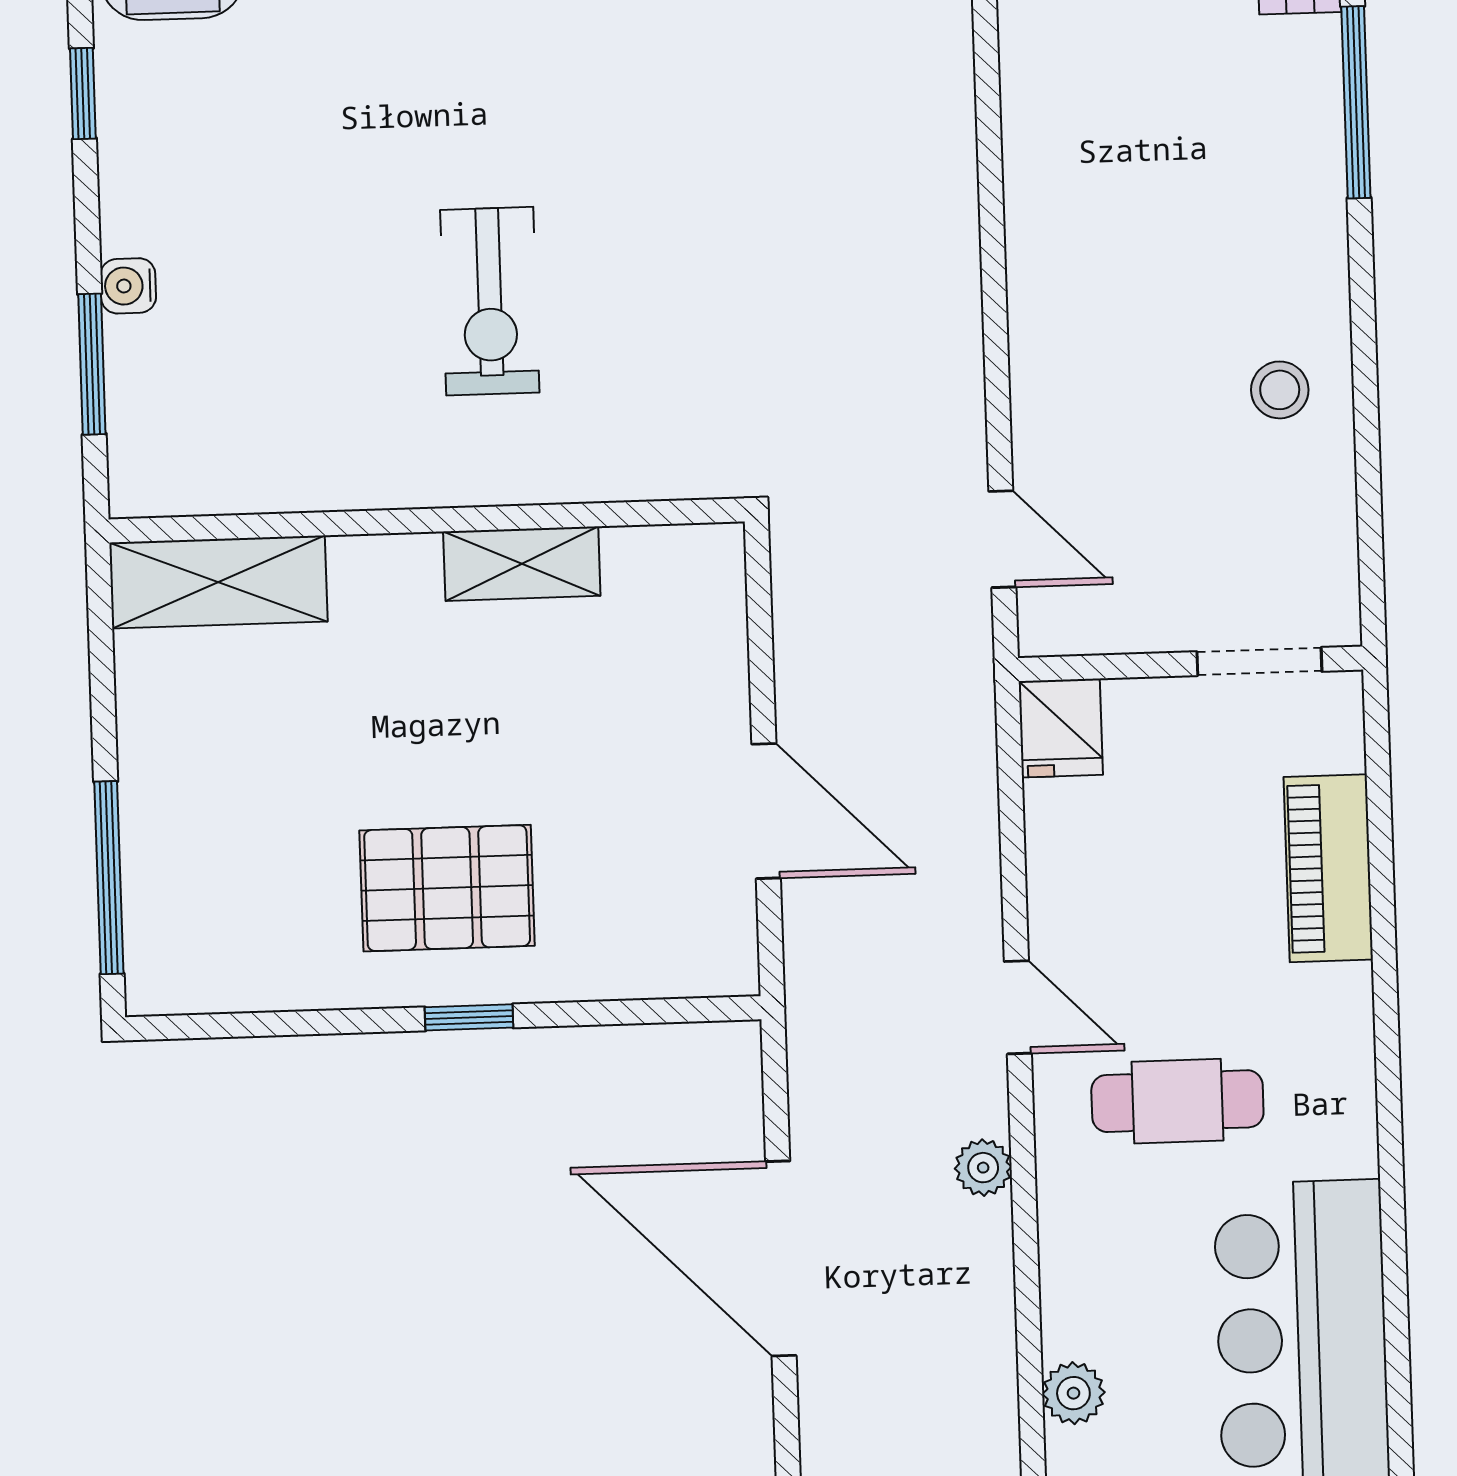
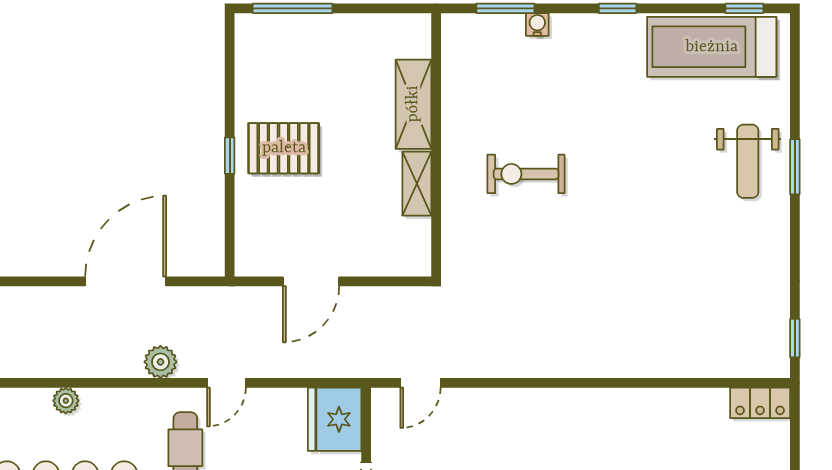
shelving: (218, 582) -> (413, 104), moved
fridge: (1061, 728) -> (335, 419), width x1.88, depth x1.34
pallet: (447, 888) -> (284, 148), turned 90
plant: (983, 1168) -> (160, 362), width x1.38, depth x1.38

